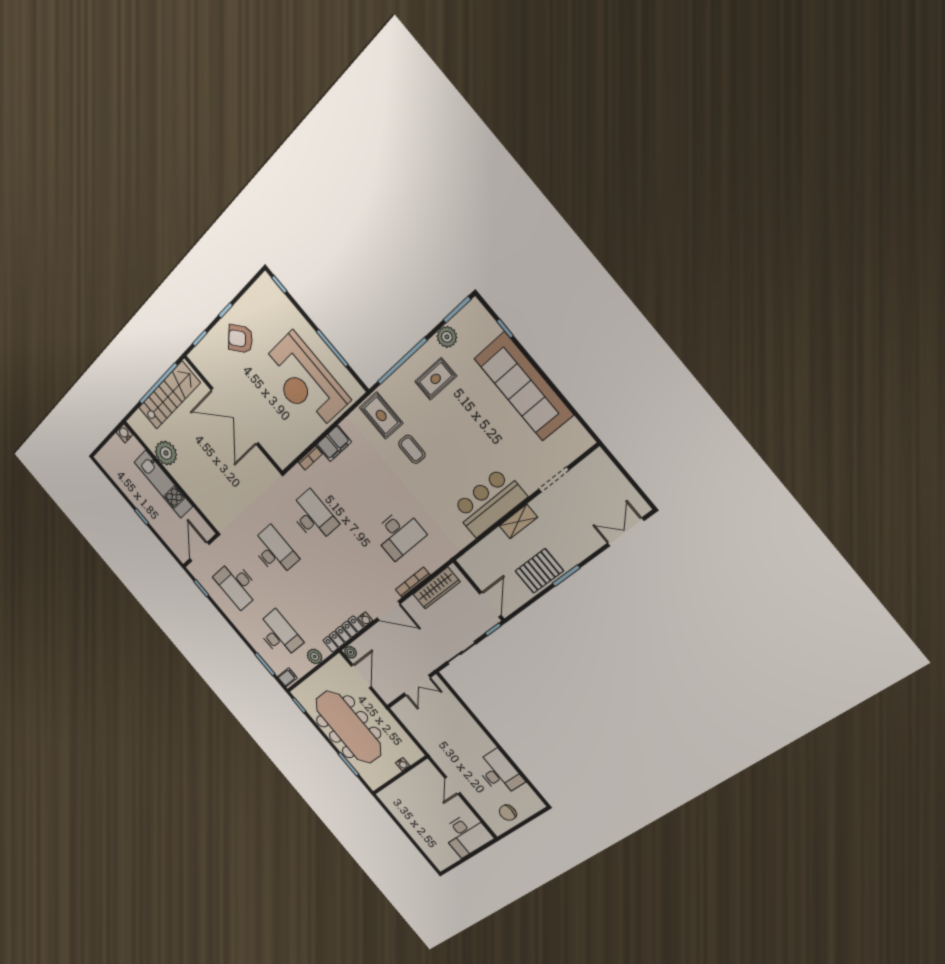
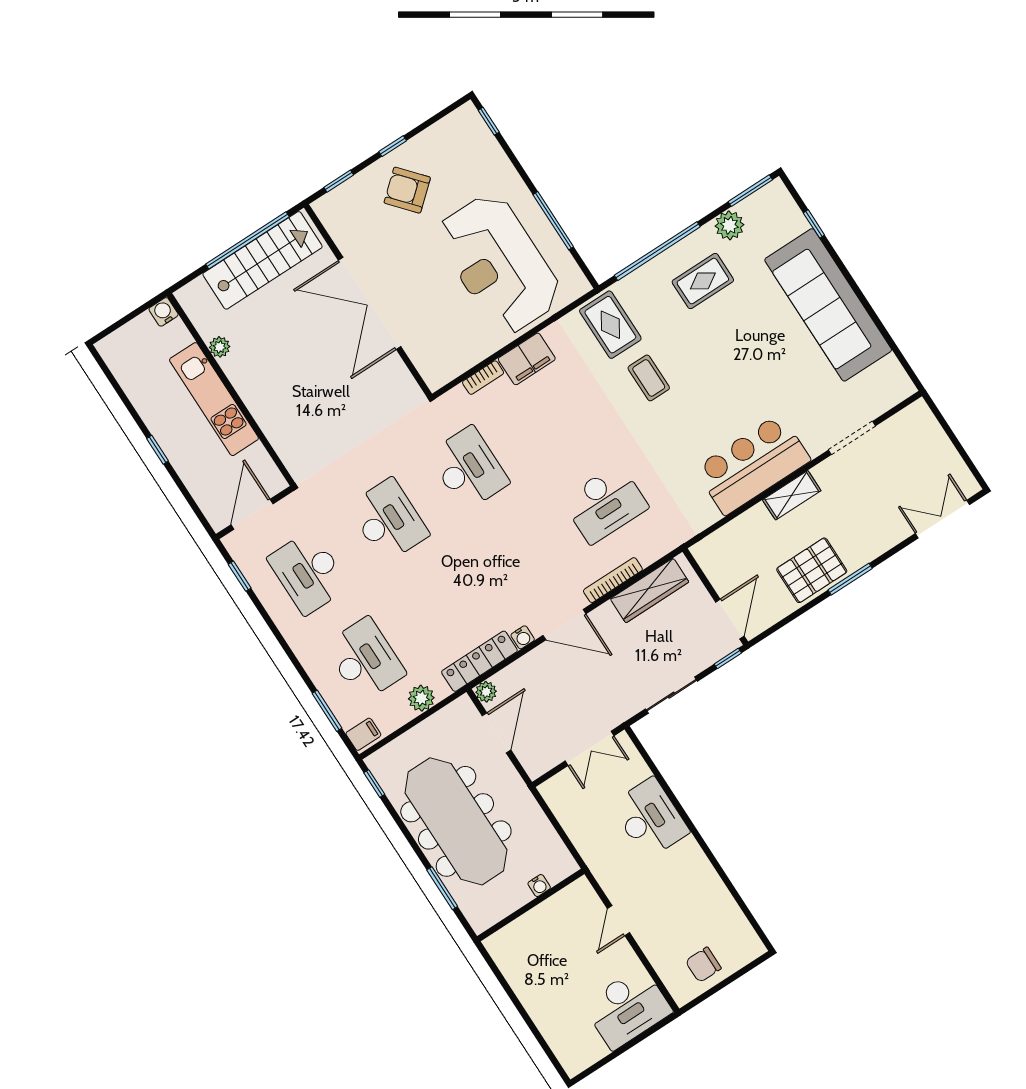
plant: (166, 453) -> (220, 347), width x0.53, depth x0.53
desk: (499, 773) -> (650, 818), moved

